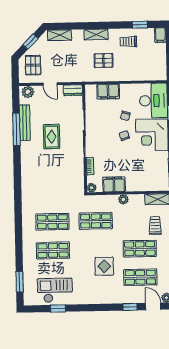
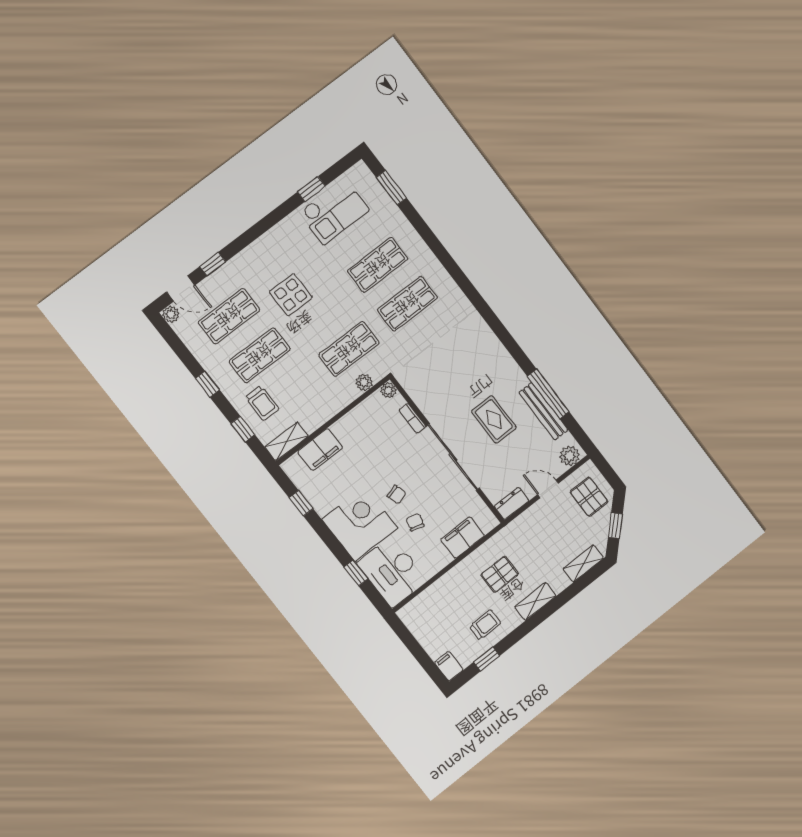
filing cabinet: (114, 184) -> (320, 449), moved
plant: (123, 199) -> (364, 382), moved

